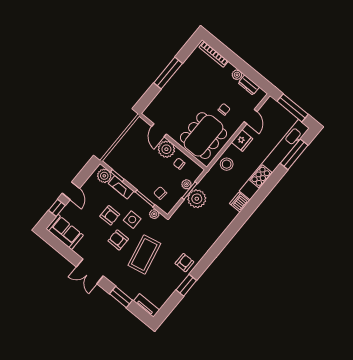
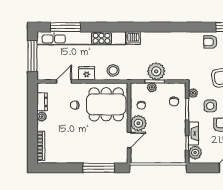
window: (168, 73) -> (99, 168), moved

